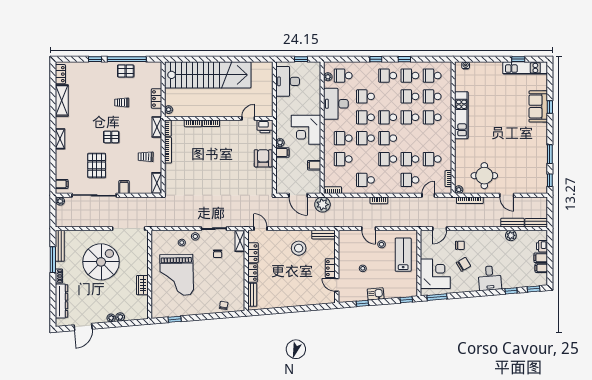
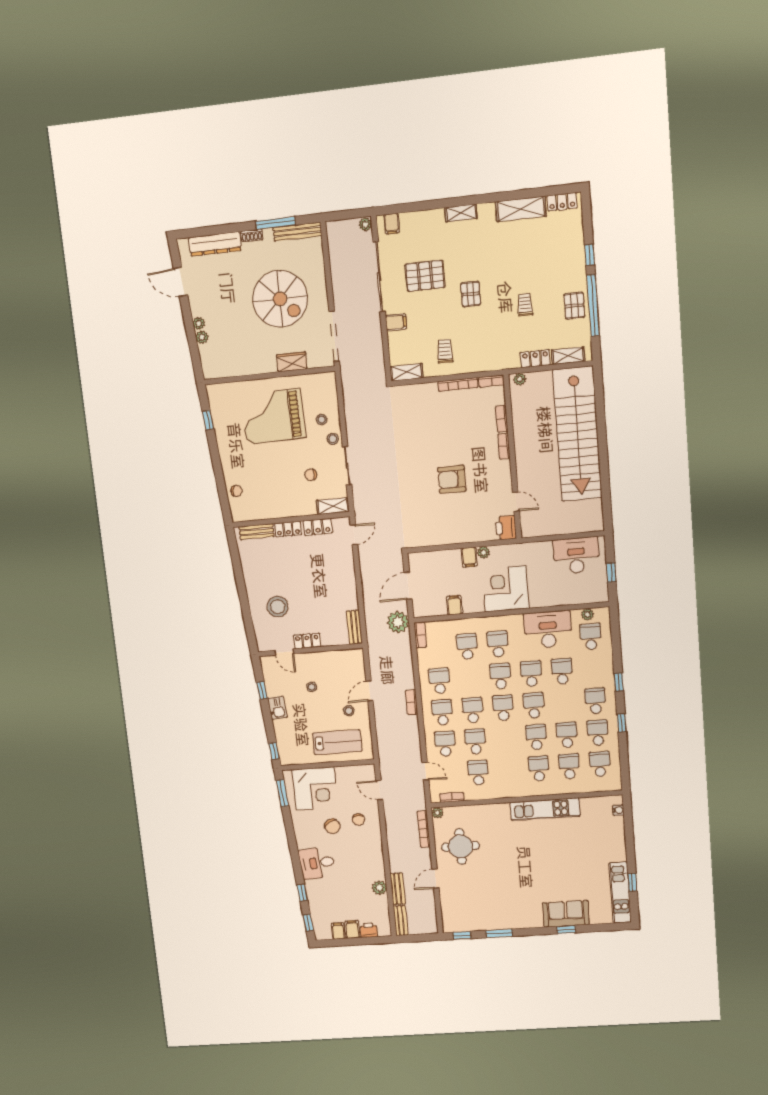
shelving: (157, 127) -> (568, 356), moved
armchair: (263, 158) -> (452, 479), moved, turned 180
school desk: (388, 180) -> (442, 712), added
stool: (299, 248) -> (278, 607), moved
wardrobe: (142, 285) -> (292, 362), moved
door: (337, 285) -> (284, 652), swing flipped

